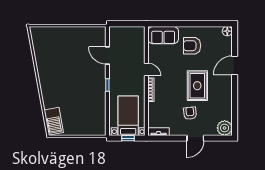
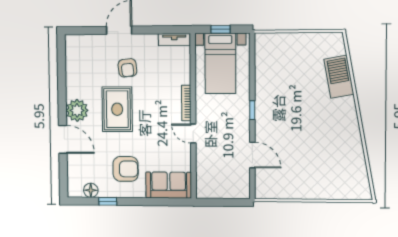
window: (205, 24) -> (108, 201), added
floor lamp: (227, 31) -> (91, 190), moved
door: (235, 65) -> (63, 139), hinge flipped
barbecue: (54, 121) -> (339, 77), moved
plant: (225, 128) -> (77, 110), moved

